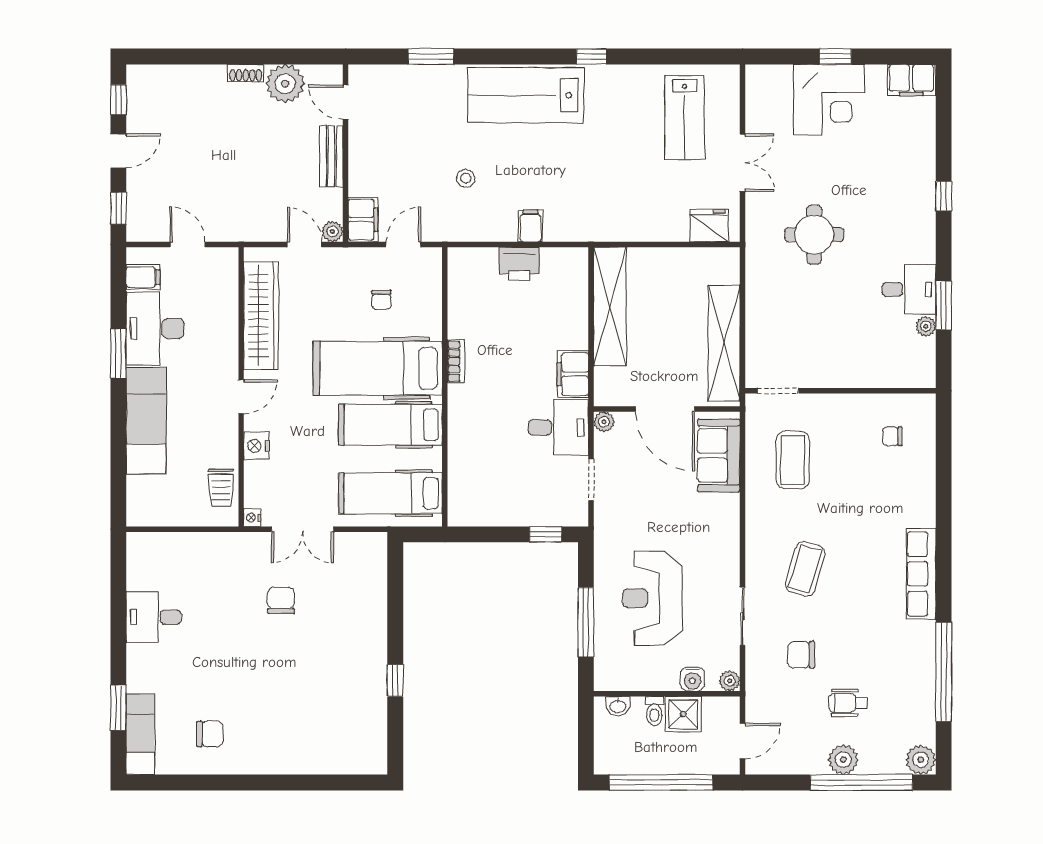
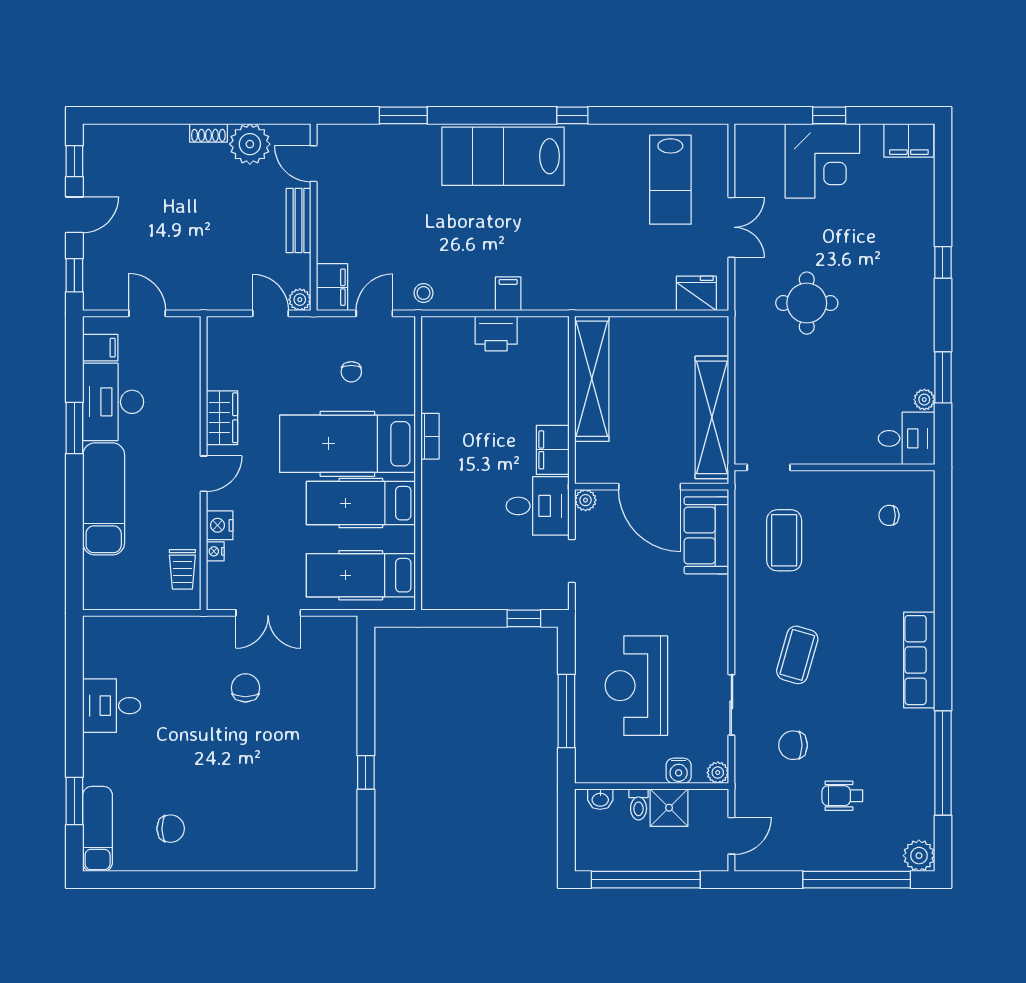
stool: (466, 178) -> (424, 293), moved
desk: (909, 289) -> (907, 438), moved
wardrobe: (261, 315) -> (222, 418), width x0.48, depth x0.85
nightstand: (252, 518) -> (215, 551), moved
plant: (843, 760) -> (837, 856), removed

